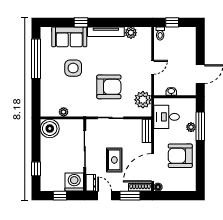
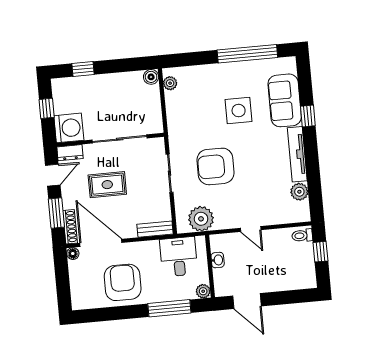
armchair: (109, 87) -> (215, 166), turned 90
plant: (64, 112) -> (170, 83), moved
plant: (191, 127) -> (203, 291), moved
boiler: (50, 129) -> (151, 77), width x0.54, depth x0.54

